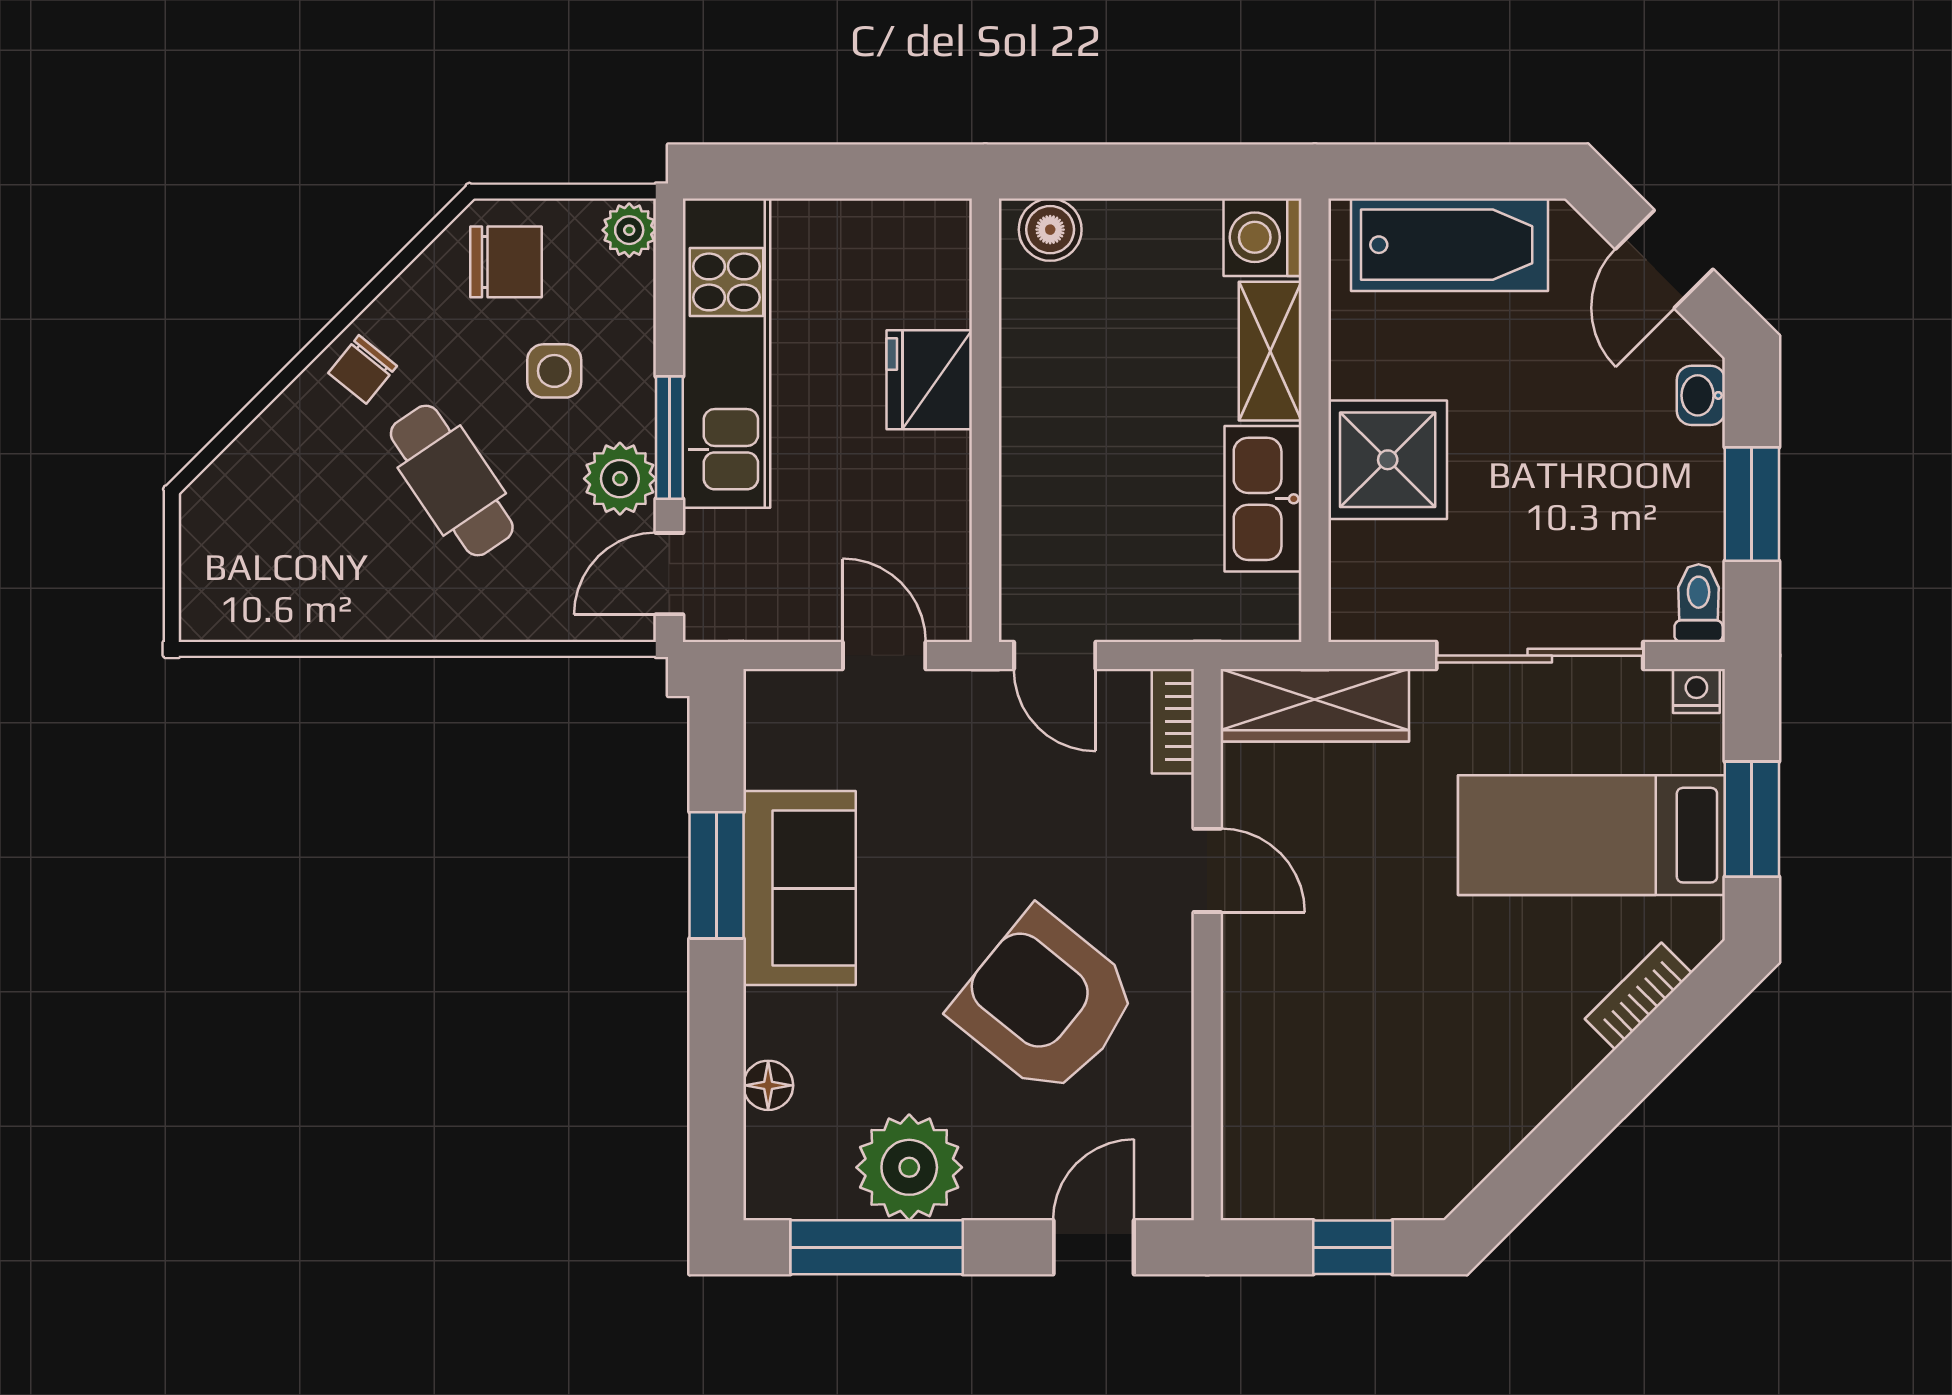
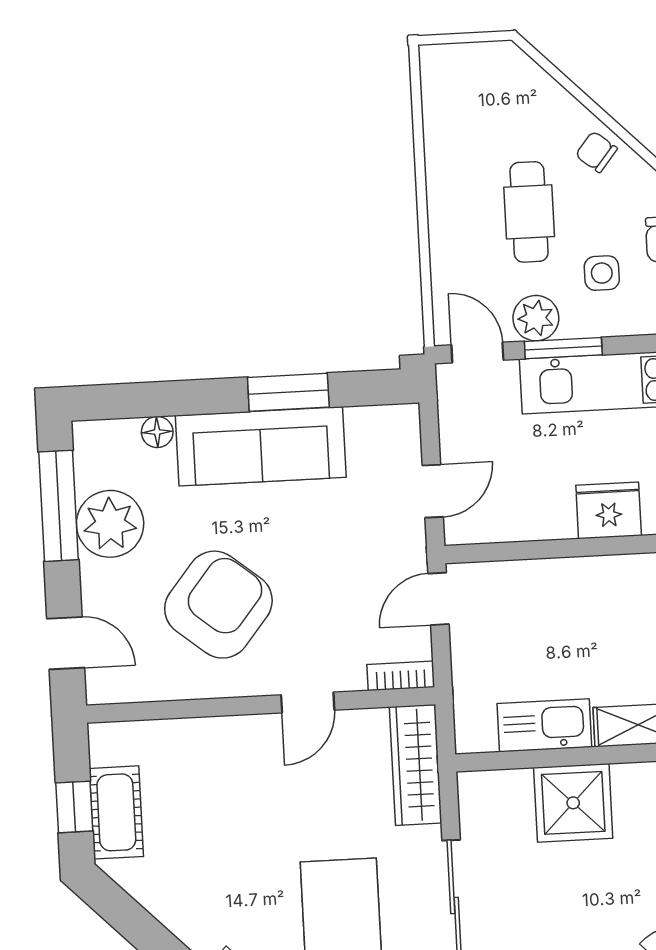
cafe table: (452, 481) -> (529, 212), turned -56
sofa: (799, 888) -> (261, 446), width x1.36
cot: (1365, 1181) -> (116, 812), added

